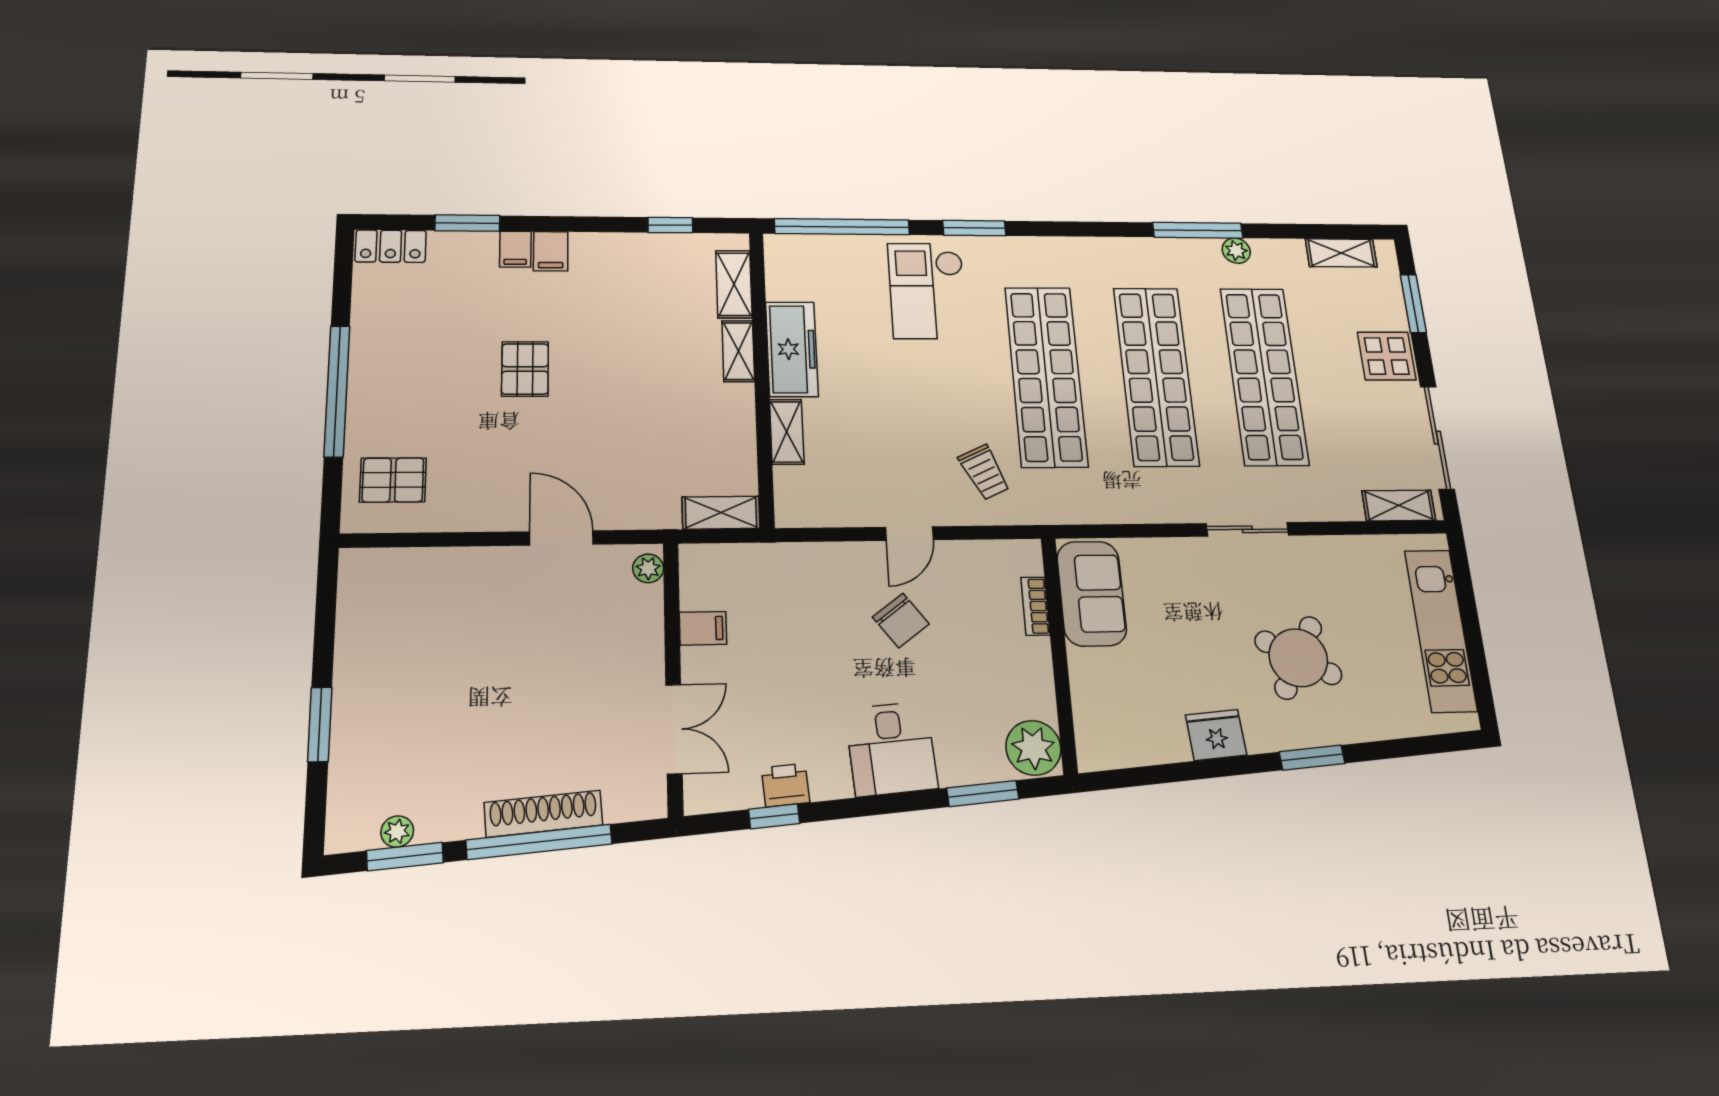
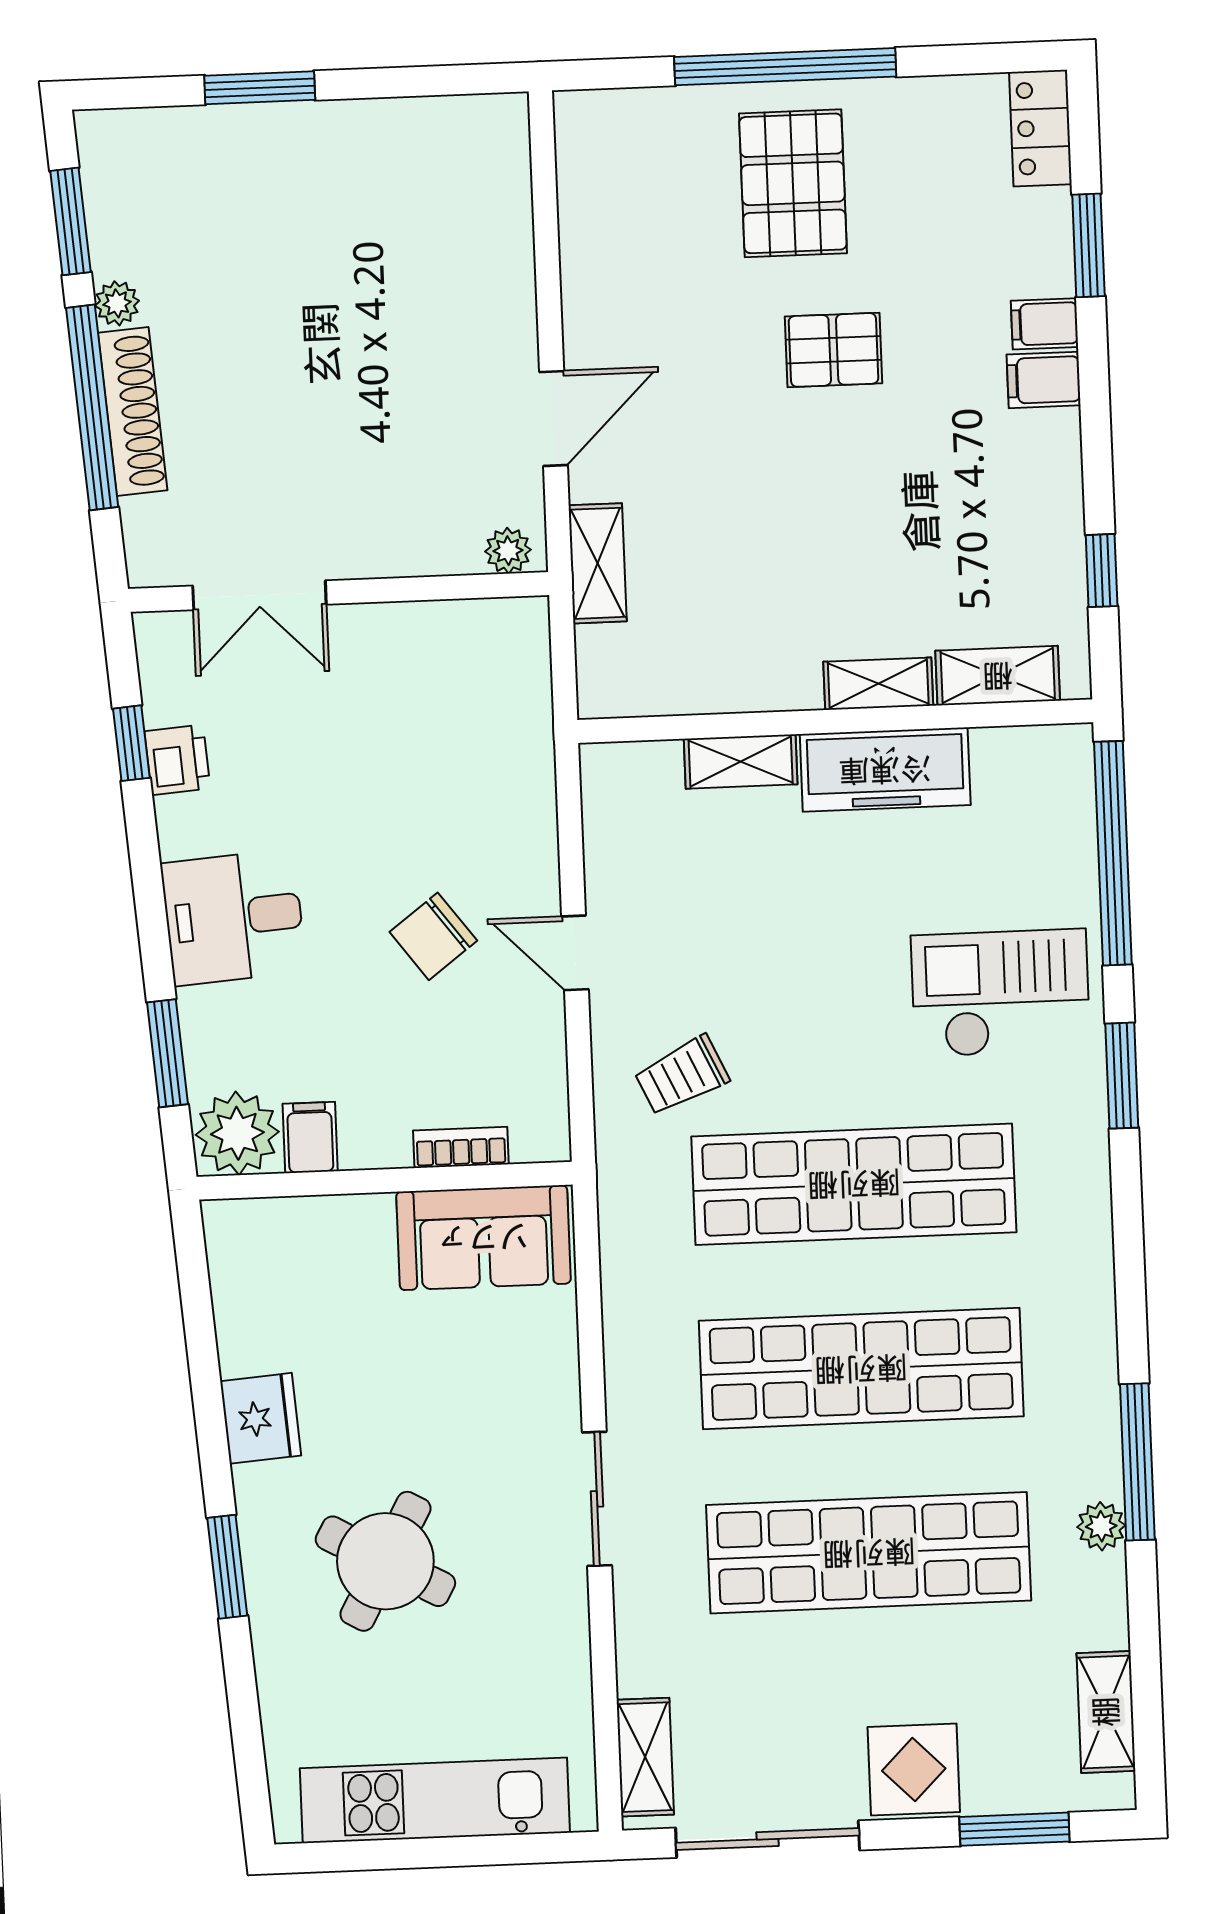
pallet: (393, 480) -> (793, 183), moved, width x1.50, depth x1.42
shelving: (721, 513) -> (598, 563), moved
filing cabinet: (703, 628) -> (310, 1137), moved, turned 180
plant: (397, 832) -> (117, 303), moved

